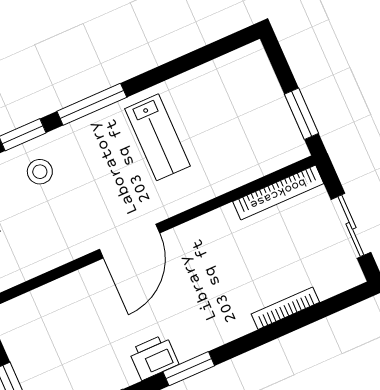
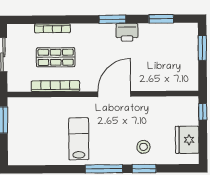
bookcase: (278, 193) -> (55, 86), moved
shop shelf: (258, 261) -> (56, 57), added

